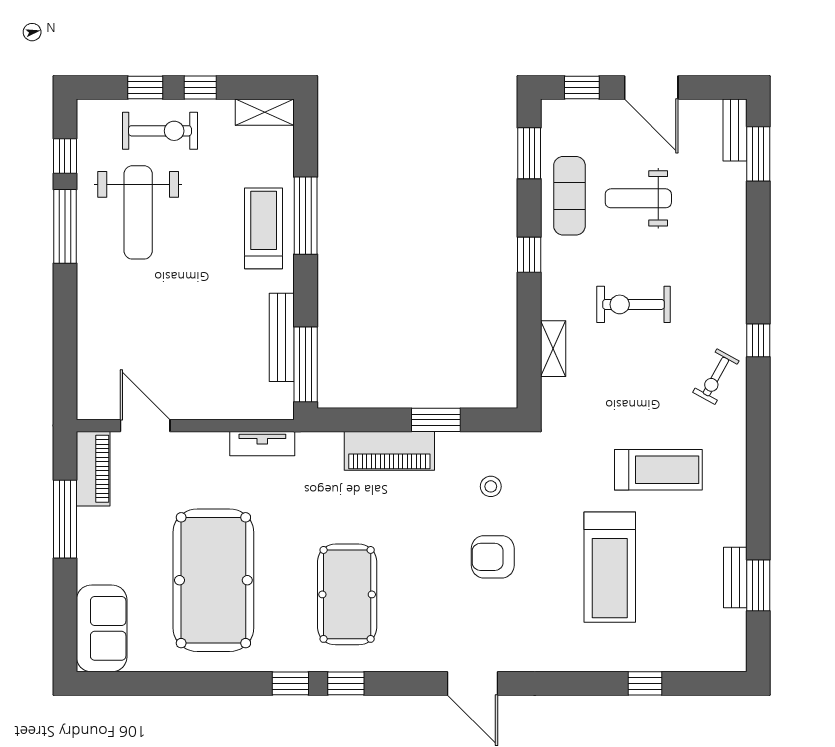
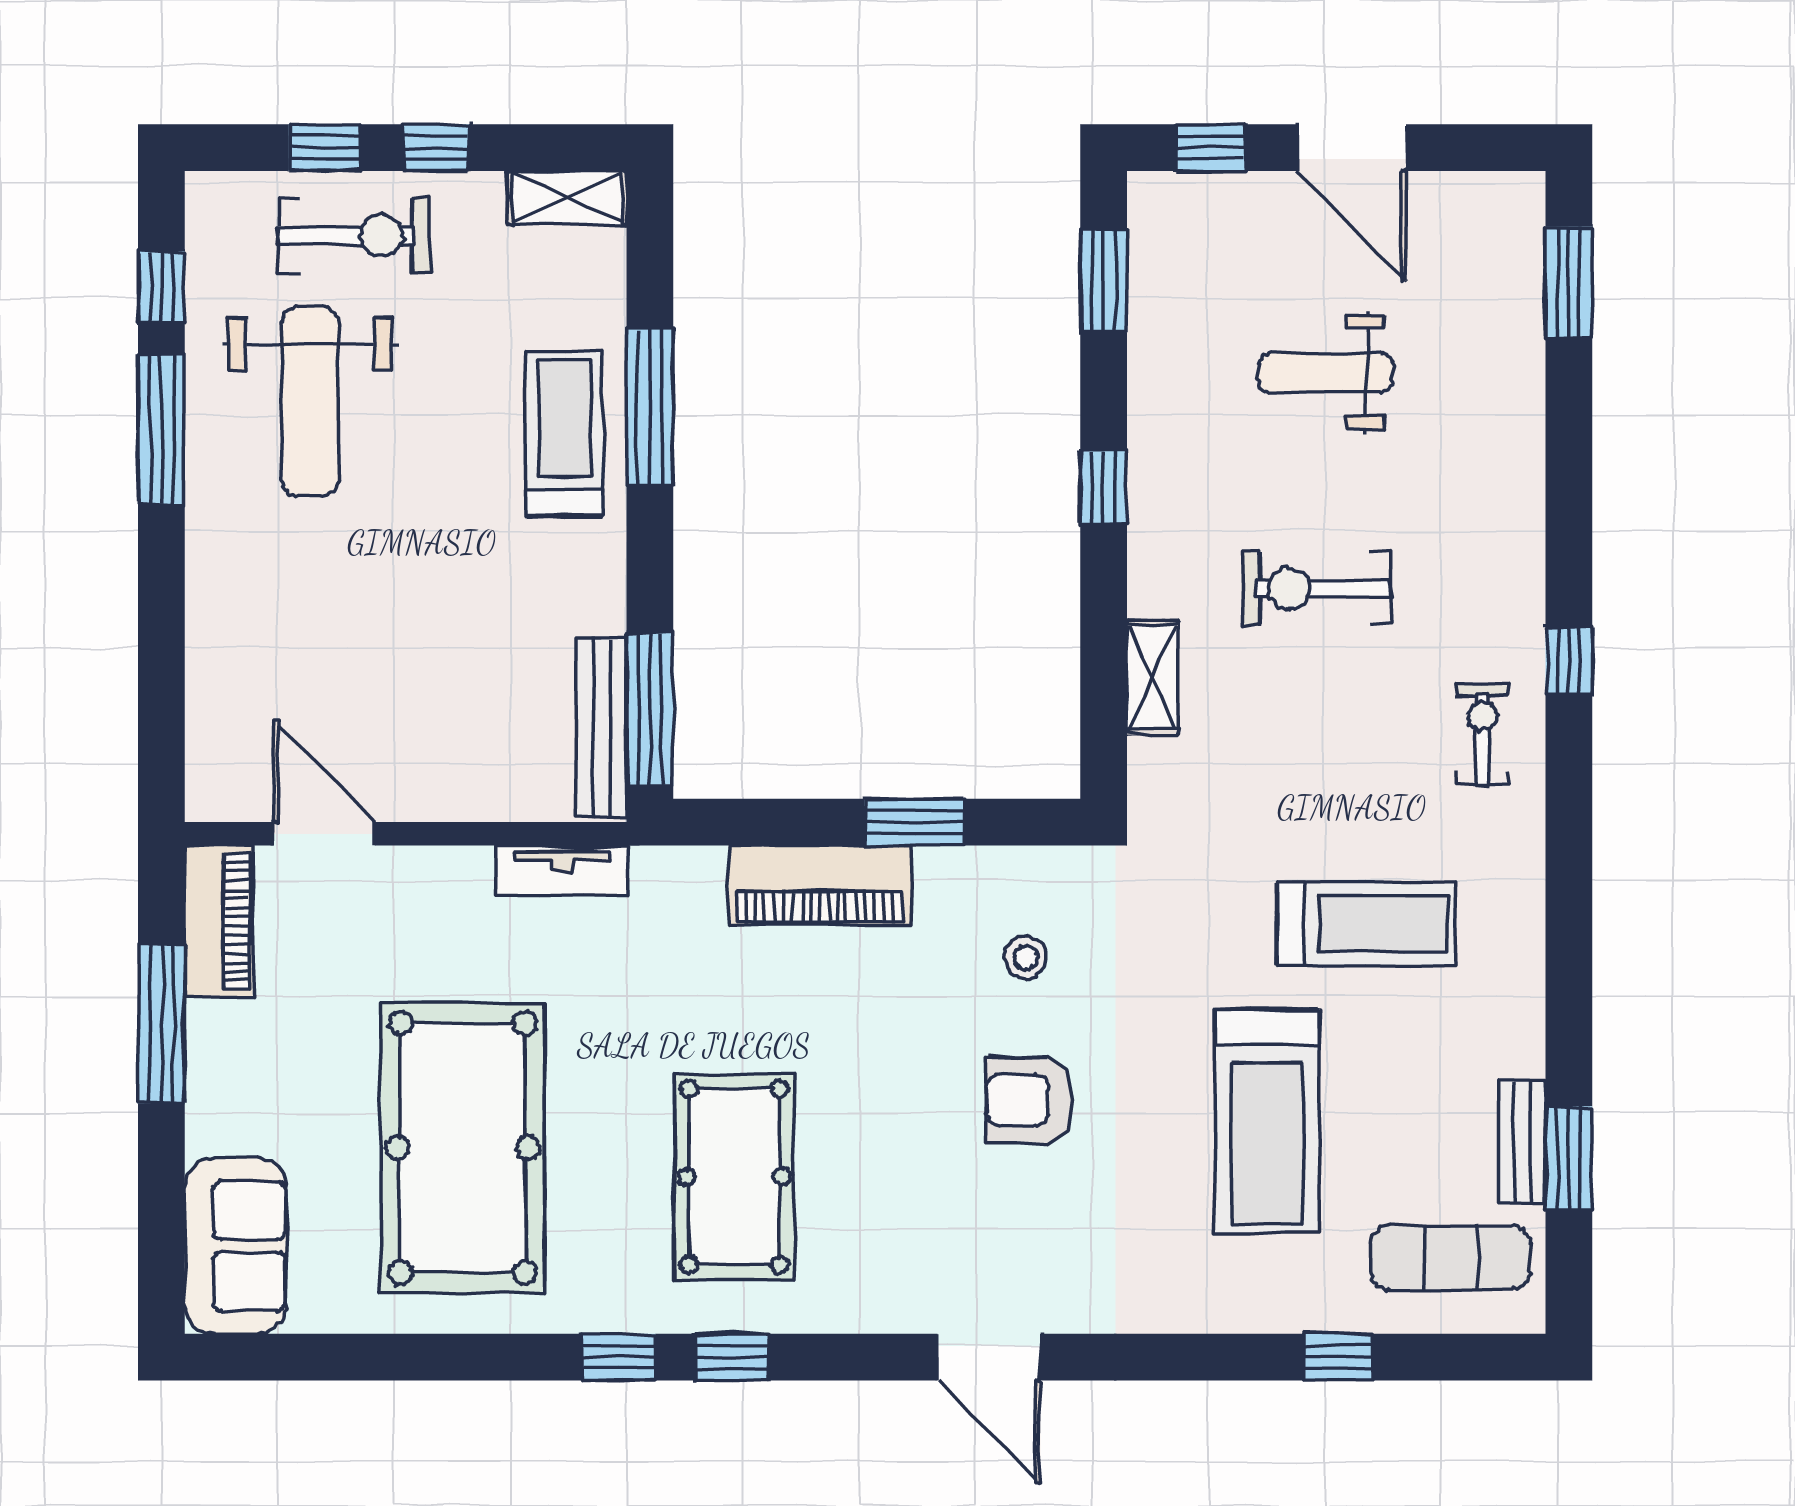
bench: (735, 130) -> (1521, 234), removed
exercise mat: (569, 196) -> (1451, 1258), moved, turned 90
bench: (282, 337) -> (602, 727), moved
exercise bike: (716, 377) -> (1483, 734), turned 151

